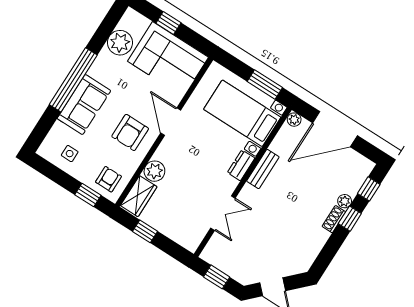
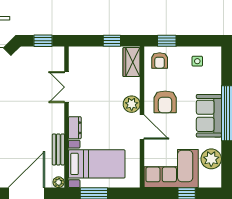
sofa: (84, 105) -> (209, 116), moved
armchair: (130, 132) -> (165, 102), turned 180
bench: (263, 169) -> (58, 149), moved
plant: (154, 171) -> (132, 104), moved

